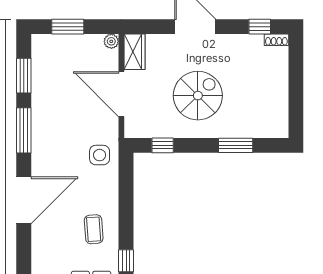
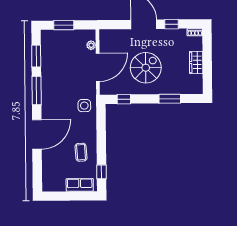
window: (260, 27) -> (172, 24), moved
plant: (111, 41) -> (91, 45), moved
wardrobe: (135, 52) -> (196, 62), moved, turned 180
door: (121, 94) -> (98, 67), swing flipped

